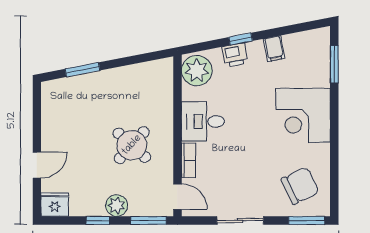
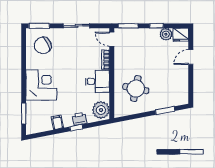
round table: (132, 145) -> (136, 89), moved, turned -31
plant: (117, 206) -> (166, 34), moved

